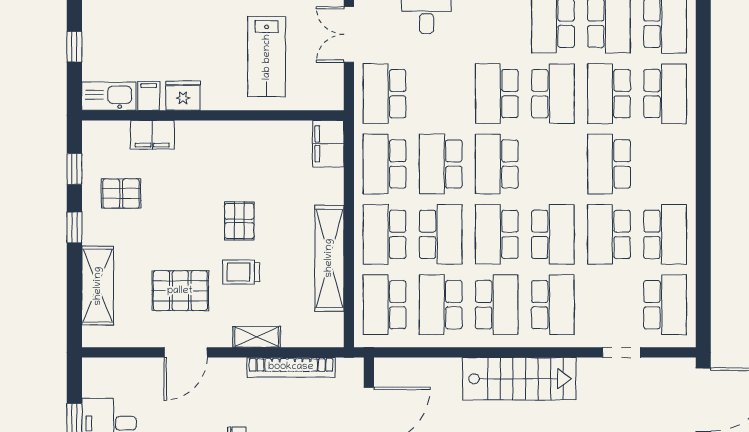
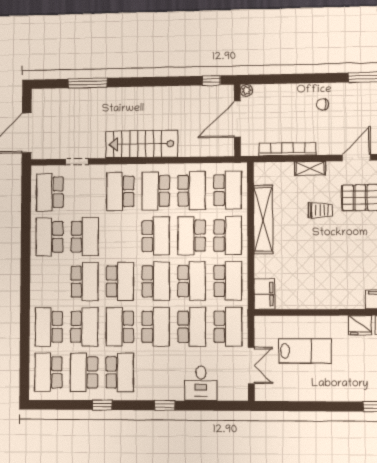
lab bench: (267, 57) -> (305, 351), turned 90
school desk: (441, 94) -> (192, 327), added
pallet: (239, 221) -> (322, 243), removed
school desk: (553, 234) -> (120, 281), moved, turned 180

